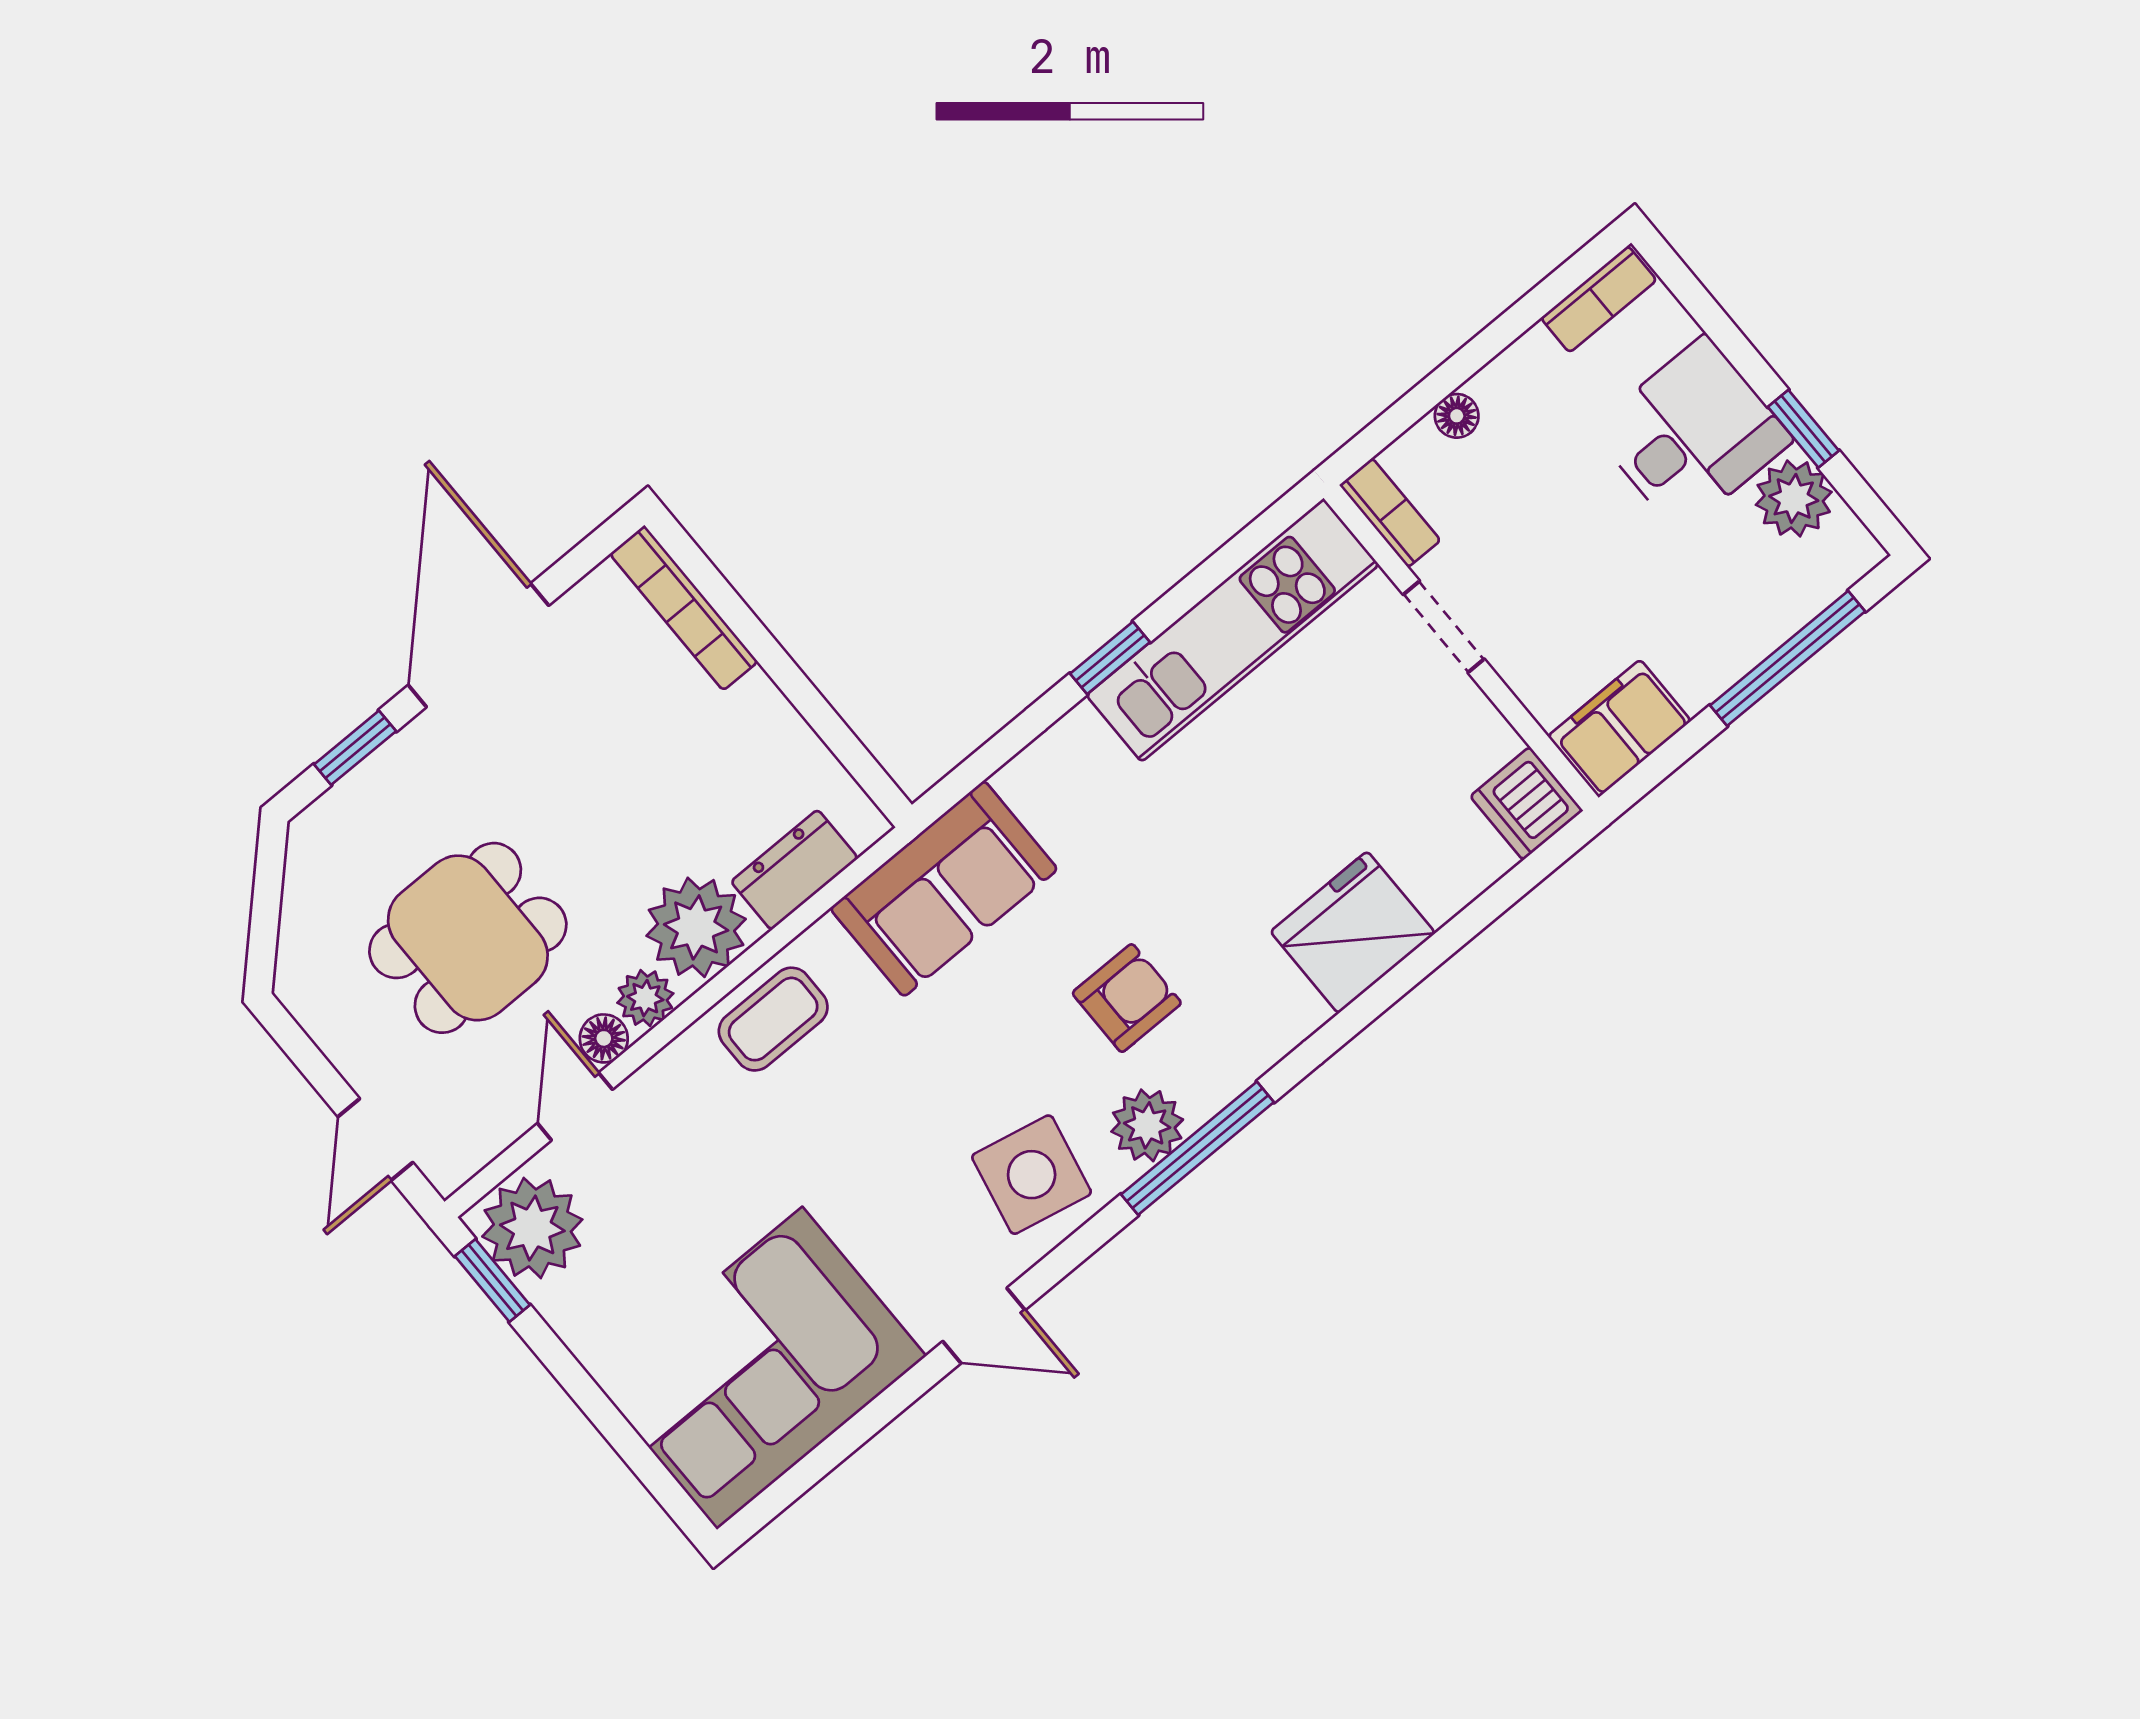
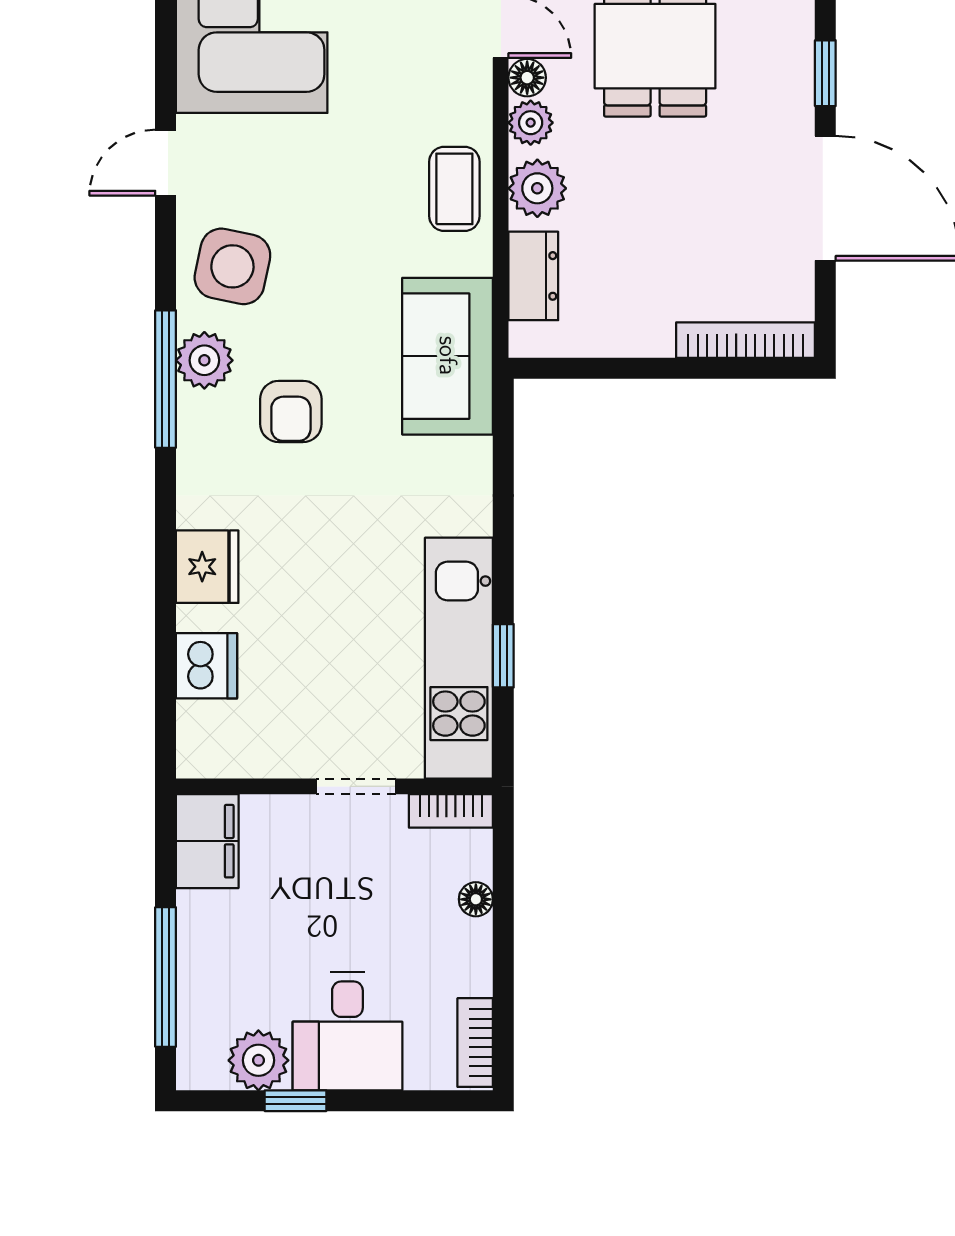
window: (1110, 658) -> (503, 656), moved
dishwasher: (1526, 803) -> (207, 666), moved, turned 90
plant: (696, 927) -> (537, 188), width x0.73, depth x0.73
fridge: (1353, 932) -> (207, 567), width x0.73, depth x0.75

